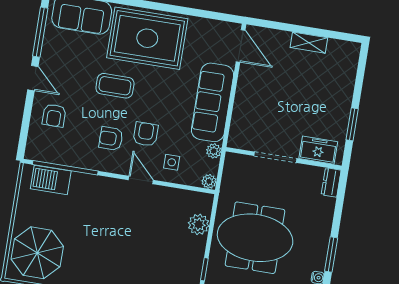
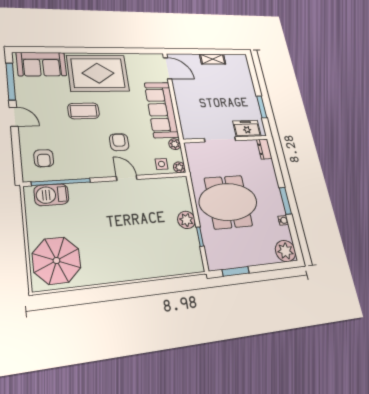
armchair: (54, 115) -> (44, 158), moved
armchair: (111, 139) -> (93, 151), removed
side table: (172, 162) -> (161, 164), moved
plant: (199, 224) -> (186, 220), moved

